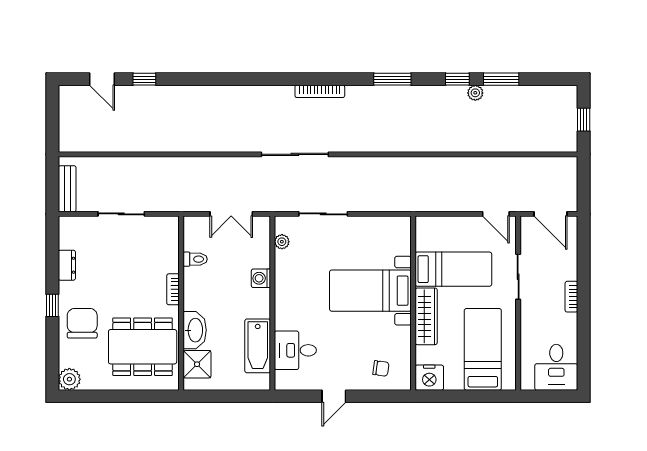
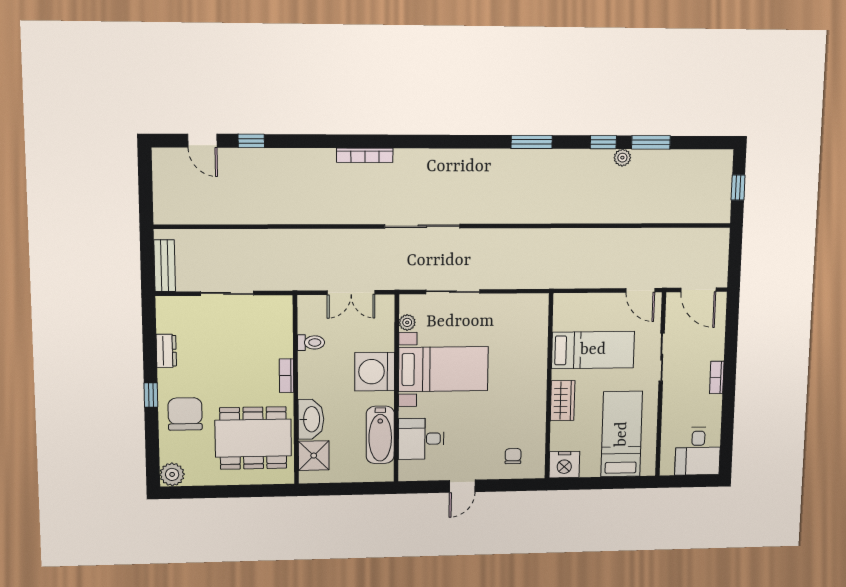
bookcase: (320, 91) -> (365, 155), moved
washing machine: (261, 278) -> (375, 372), width x1.89, depth x1.89
bed with nightstands: (370, 291) -> (443, 369), moved, turned 180
wardrobe: (426, 316) -> (563, 401), width x0.67
chair: (381, 368) -> (513, 456), turned -98

